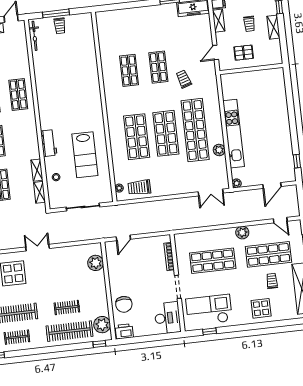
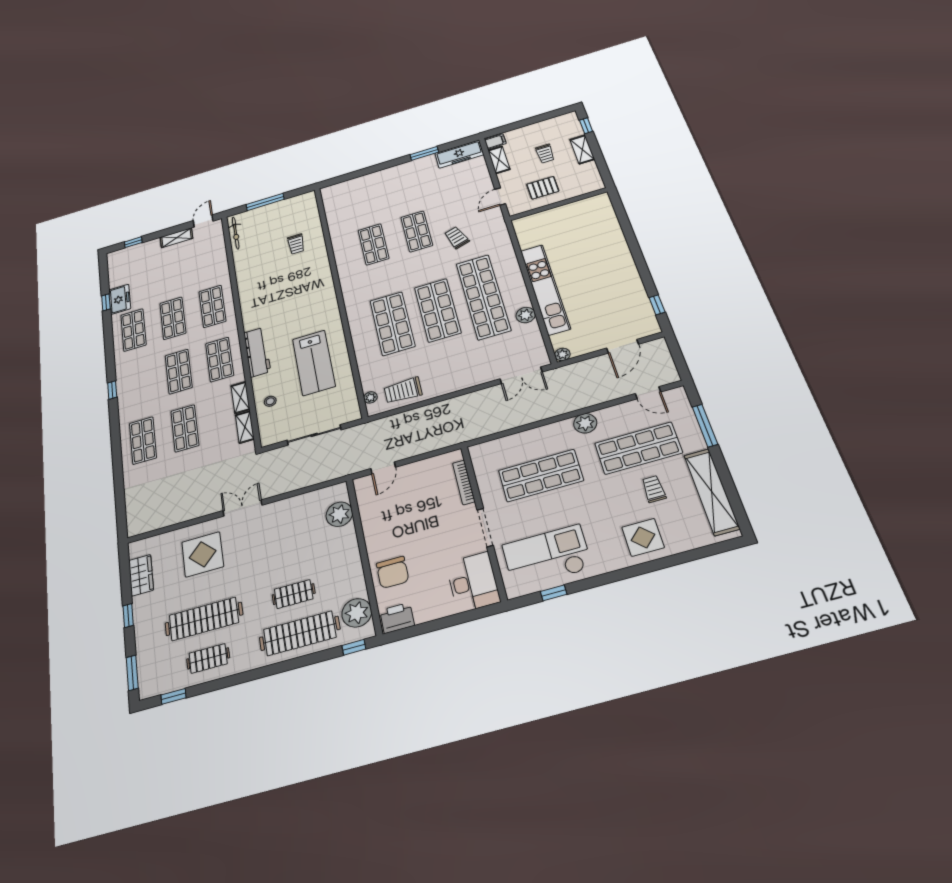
trolley: (60, 26) -> (296, 244), moved
shop shelf: (23, 138) -> (220, 359), added
workbench: (49, 143) -> (257, 352), width x1.37

